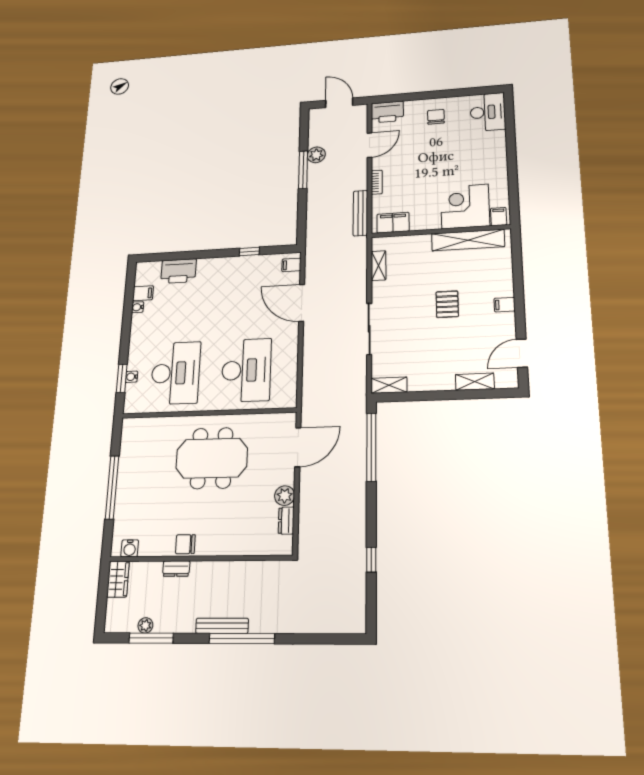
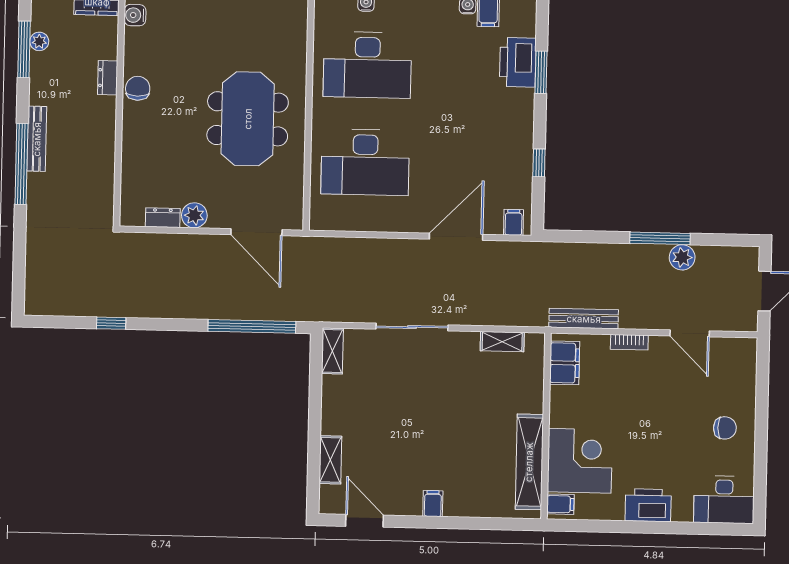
printer: (387, 112) -> (648, 505), moved, turned 90
window: (186, 255) -> (541, 72), added
pallet: (447, 304) -> (439, 430), removed

